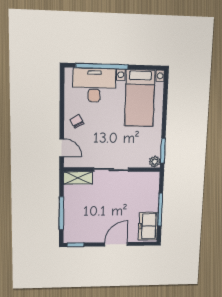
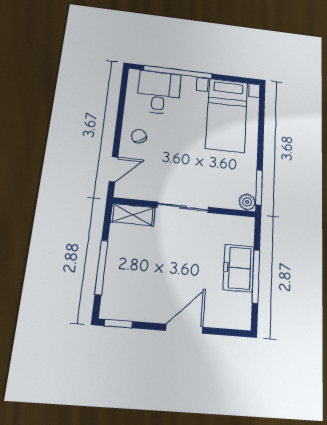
desk: (94, 85) -> (159, 92), width x0.73
door: (62, 148) -> (113, 169), hinge flipped
freezer: (148, 226) -> (239, 268), moved

